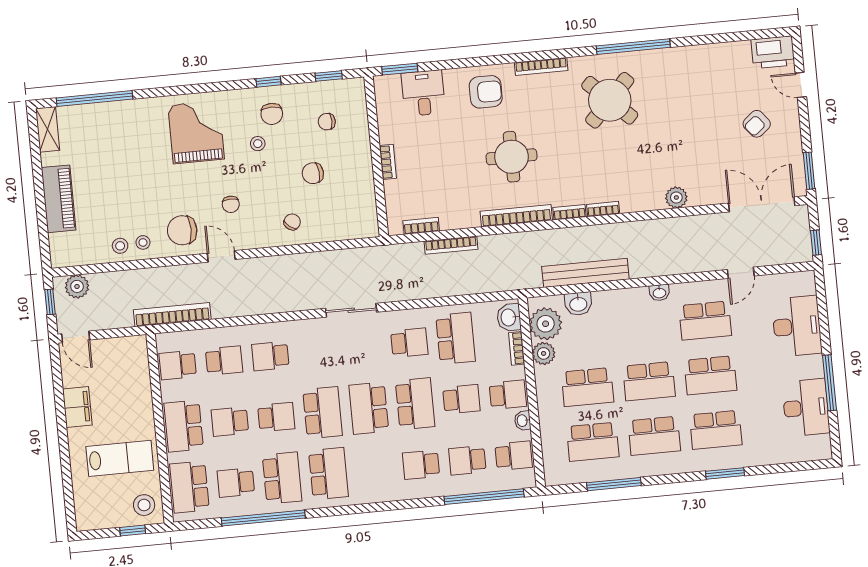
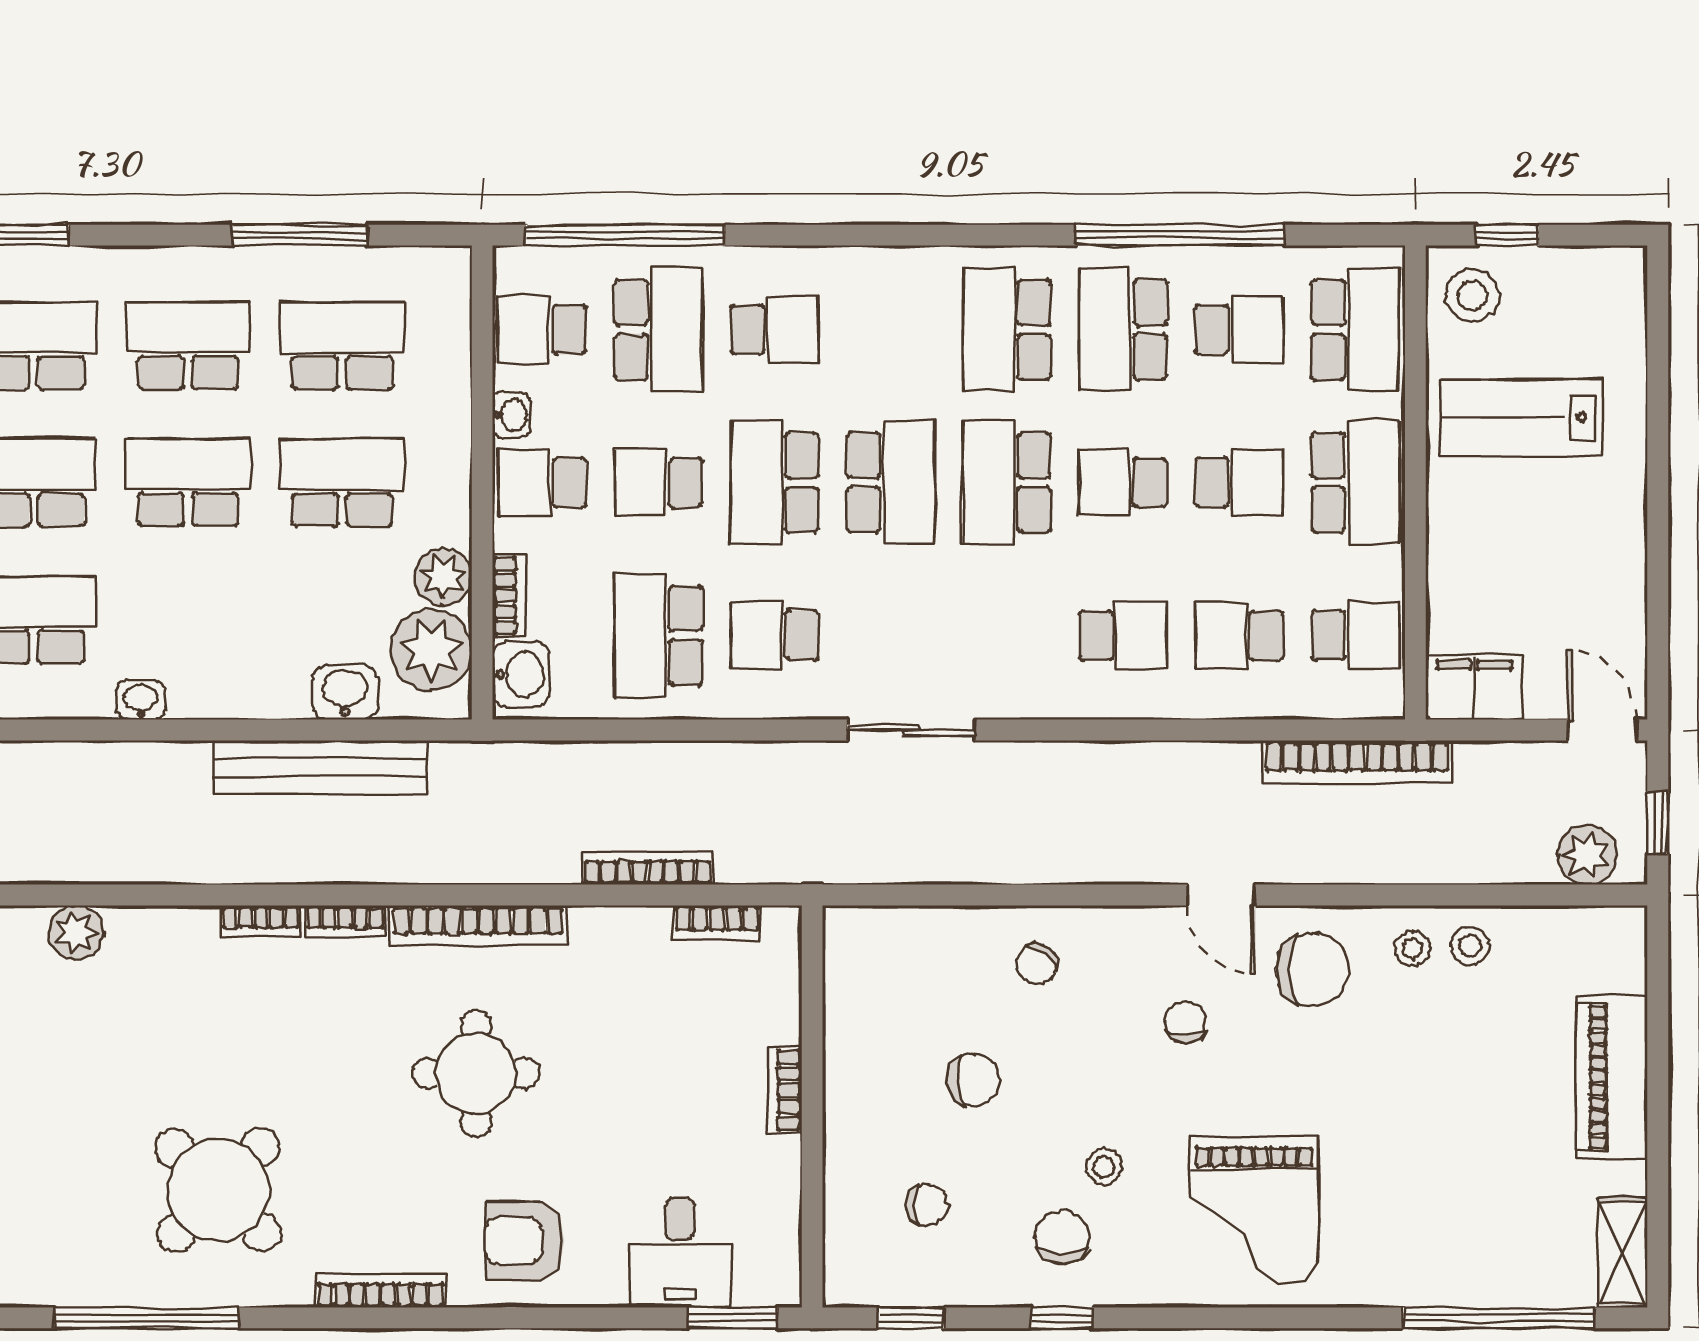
filing cabinet: (77, 407) -> (1474, 687), moved, turned 90
school desk: (467, 460) -> (658, 330), width x1.85

